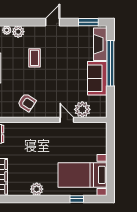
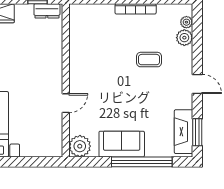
fireplace: (100, 44) -> (183, 132), moved, turned -90
armchair: (27, 102) -> (89, 49), removed
plant: (82, 109) -> (80, 146), moved

